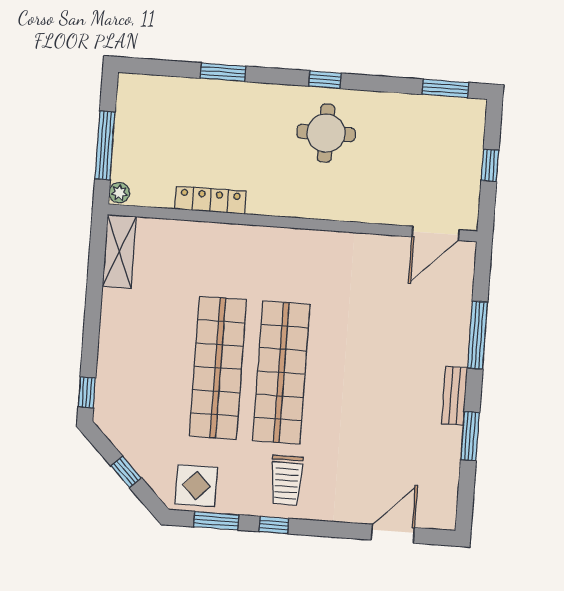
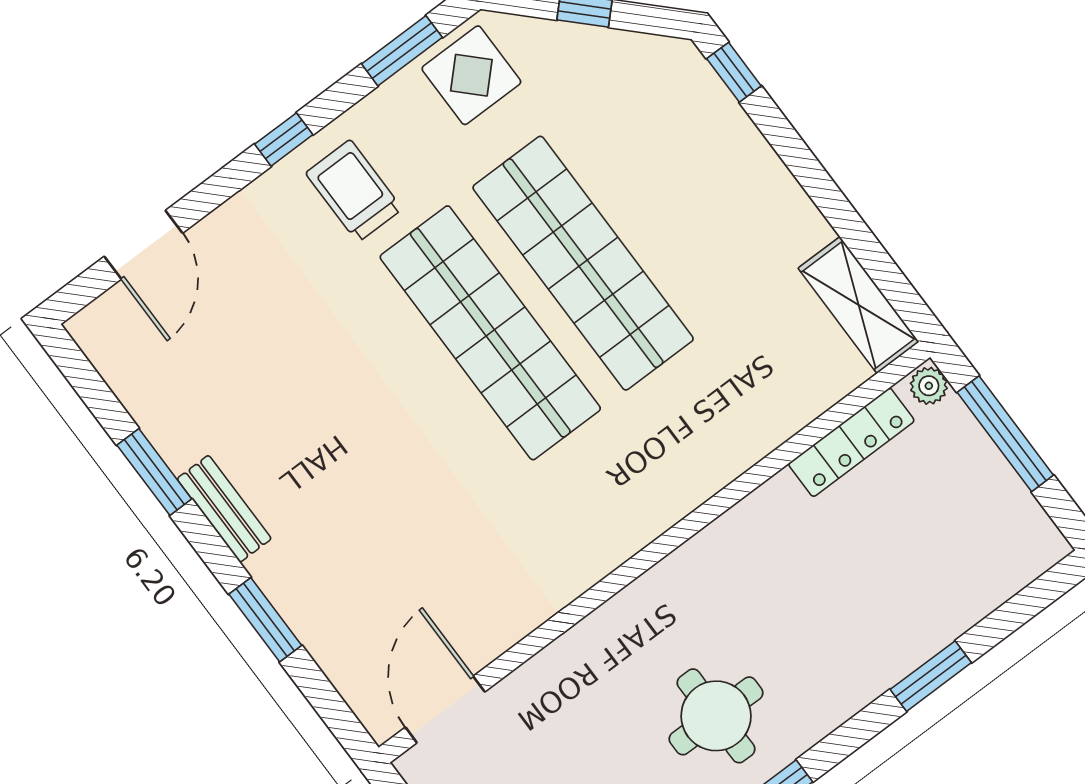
locker: (210, 200) -> (851, 442), moved
window: (477, 335) -> (265, 620), width x0.69
window: (274, 525) -> (284, 139), moved

